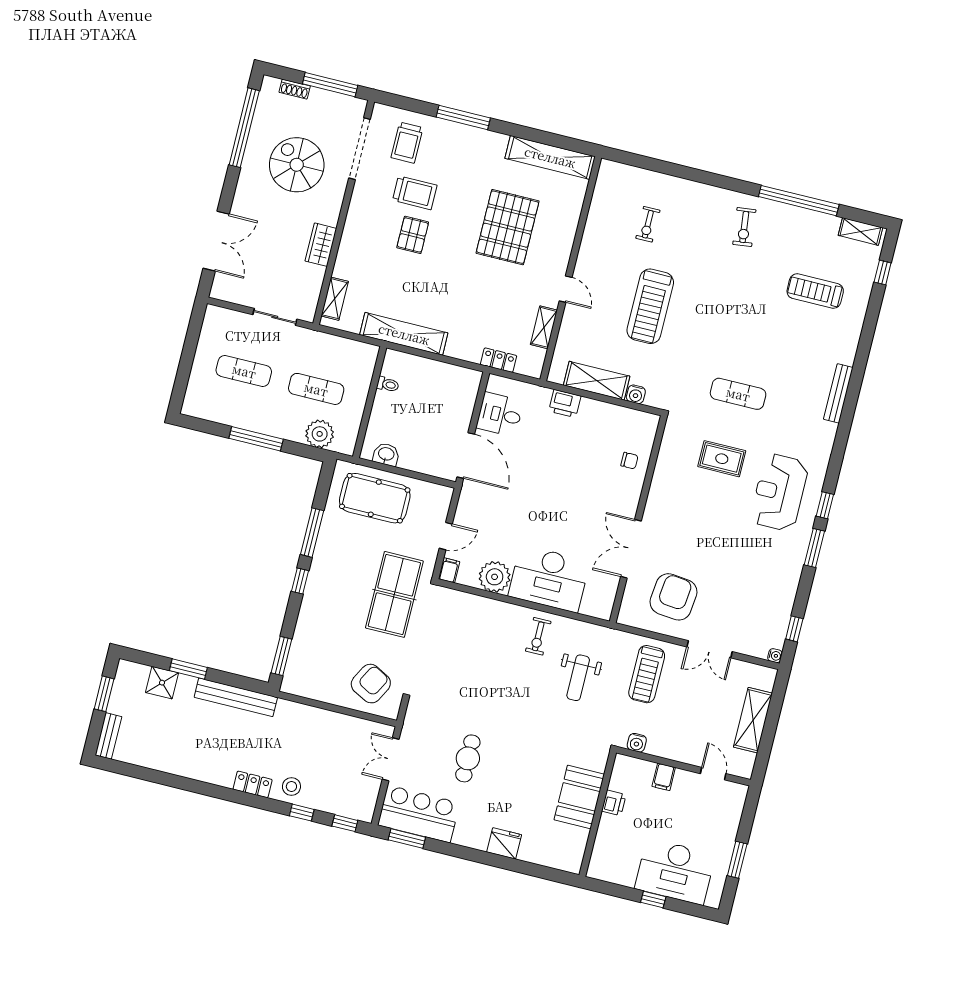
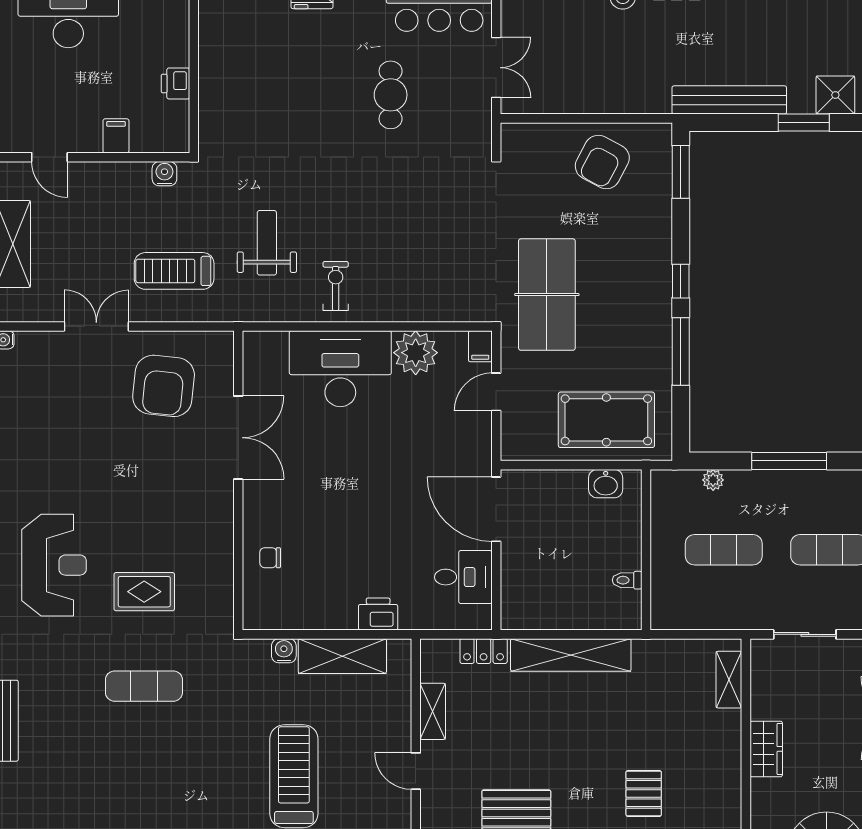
shelving: (404, 334) -> (571, 655), moved
plant: (320, 434) -> (713, 480), width x0.53, depth x0.53
treadmill: (647, 674) -> (174, 271), turned -90
armchair: (371, 684) -> (602, 162), moved
booth: (579, 797) -> (225, 80), removed

